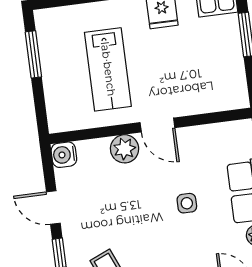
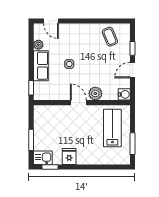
lab bench: (108, 69) -> (112, 128), moved
door: (53, 208) -> (133, 70), swing flipped

